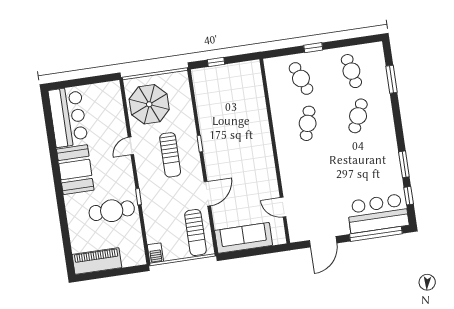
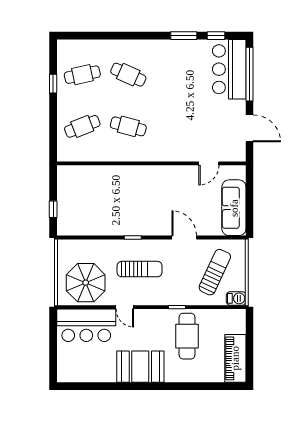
window: (313, 48) -> (53, 84), moved
window: (391, 79) -> (96, 36), removed
bar counter: (68, 117) -> (86, 325), moved, turned 180
sun lounger: (195, 233) -> (215, 272), moved, turned -65

